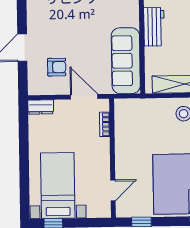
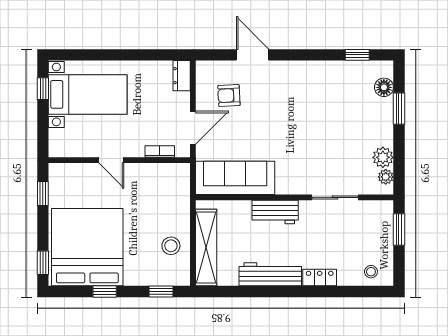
armchair: (57, 67) -> (229, 95), turned 87
door: (113, 190) -> (111, 160), moved

